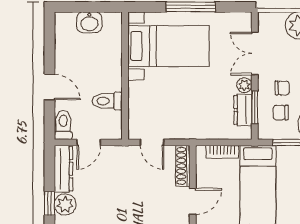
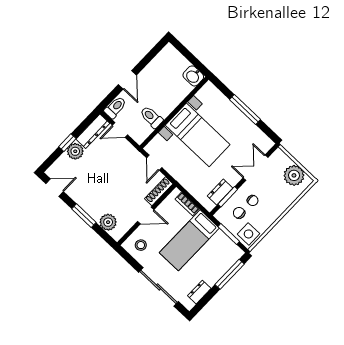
washbasin: (89, 22) -> (193, 76), moved
bed with nightstands: (168, 46) -> (198, 135), moved
plant: (244, 85) -> (234, 179), removed

